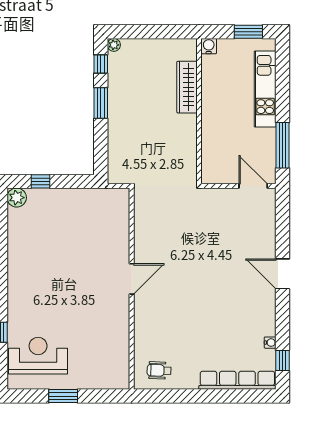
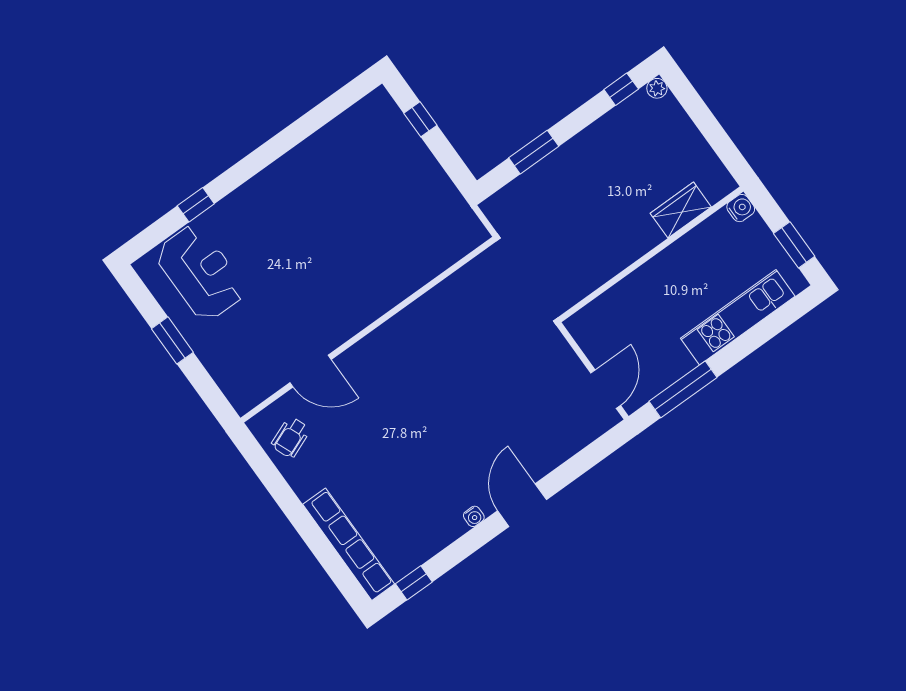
wardrobe: (187, 87) -> (681, 210), width x0.67
window: (101, 103) -> (534, 152), moved
plant: (17, 198) -> (379, 104), removed
door: (132, 279) -> (310, 371), moved
water cooler: (270, 343) -> (474, 516), moved
wheelchair: (159, 370) -> (291, 437), turned -114

